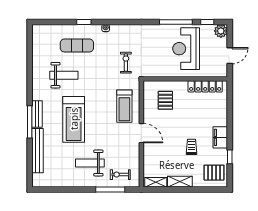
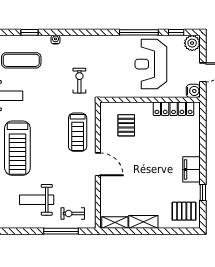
water cooler: (222, 71) -> (193, 91), added
trolley: (192, 147) -> (157, 181), removed

